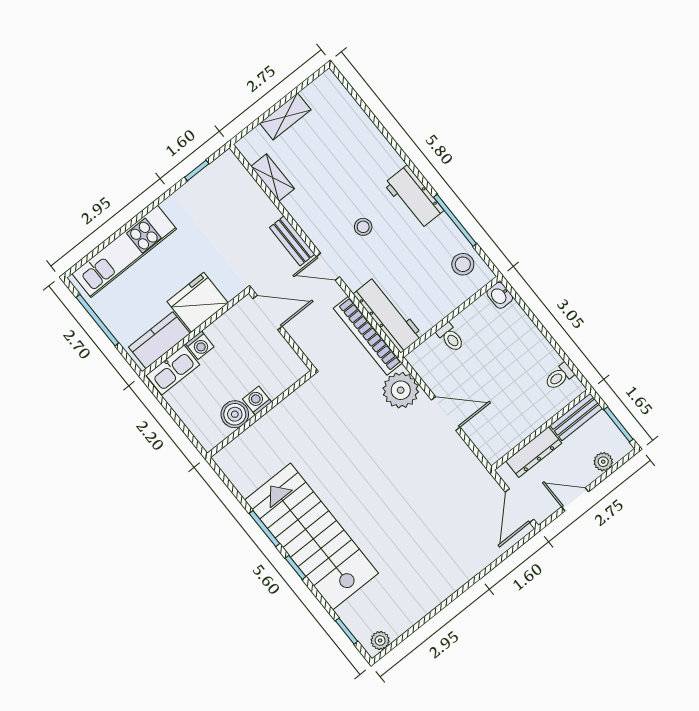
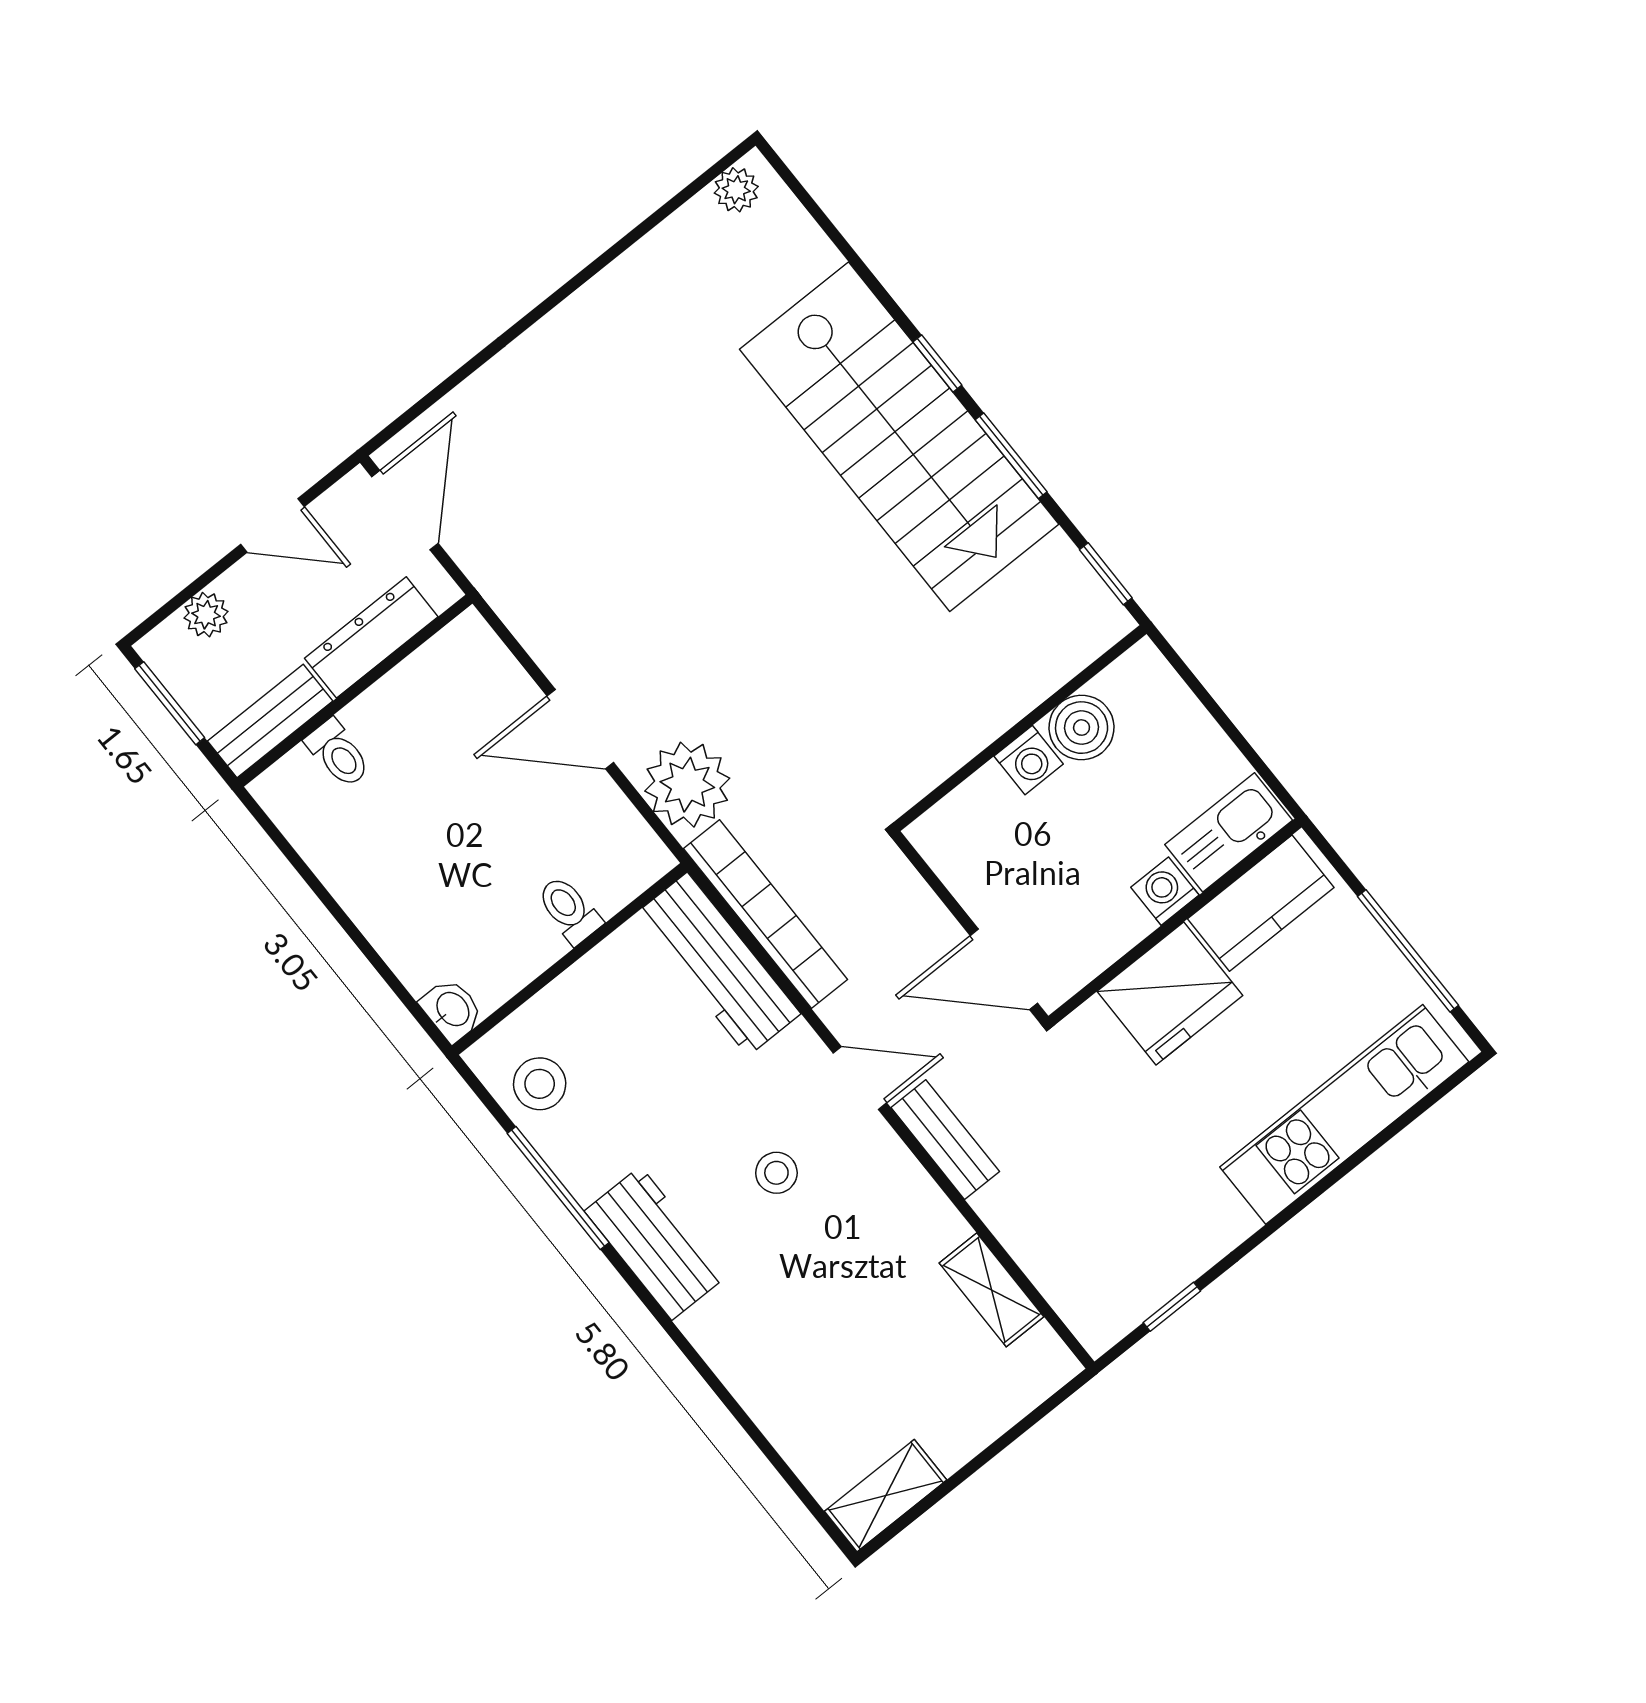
shelving: (285, 117) -> (886, 1496), moved
toilet: (559, 377) -> (338, 753), moved, turned 90
window: (347, 631) -> (1106, 574), moved

